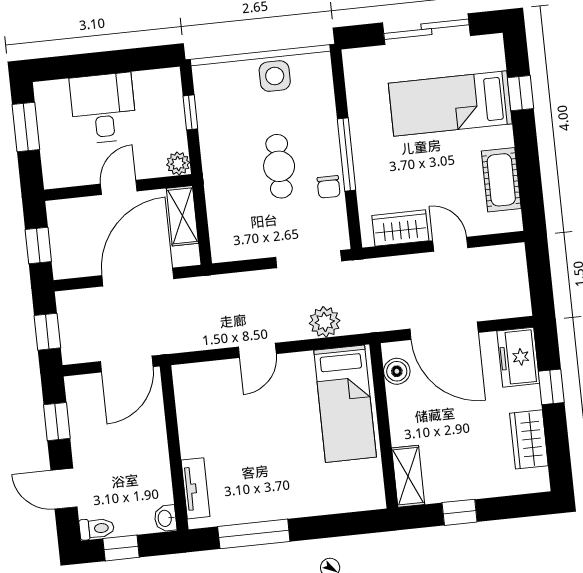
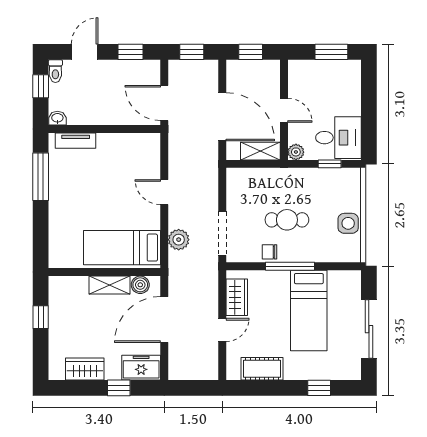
bed: (450, 103) -> (309, 310), moved, turned 180
desk: (103, 108) -> (339, 138), moved
shelving: (408, 476) -> (110, 285), moved

